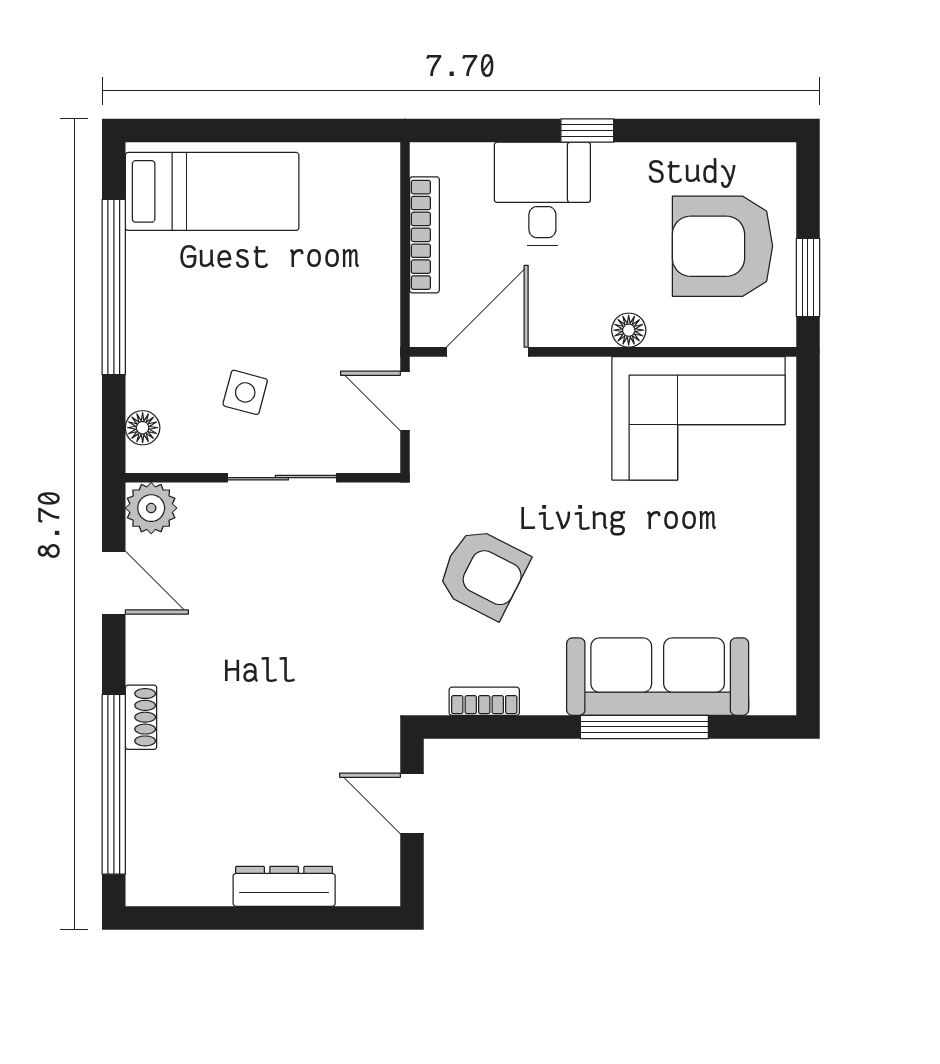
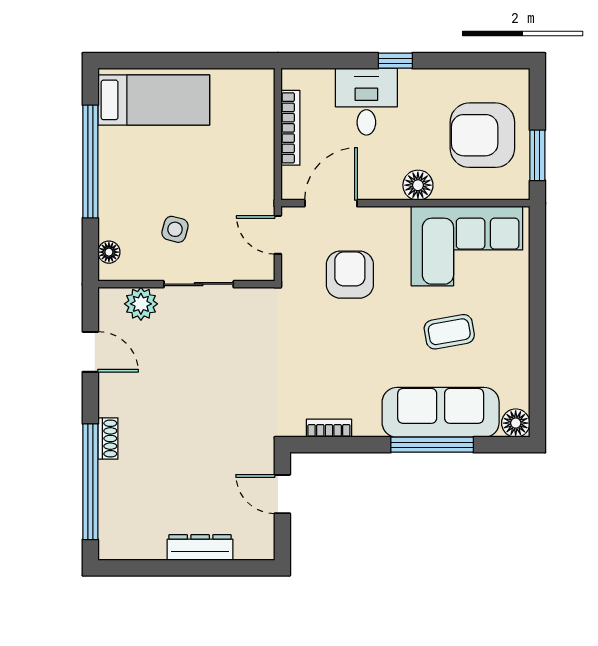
floor lamp: (629, 330) -> (418, 185), width x1.37, depth x1.37
plant: (151, 508) -> (141, 304), moved
coffee table: (671, 551) -> (449, 332), added
armchair: (483, 573) -> (350, 275), moved, turned -117
floor lamp: (774, 693) -> (516, 423), added

